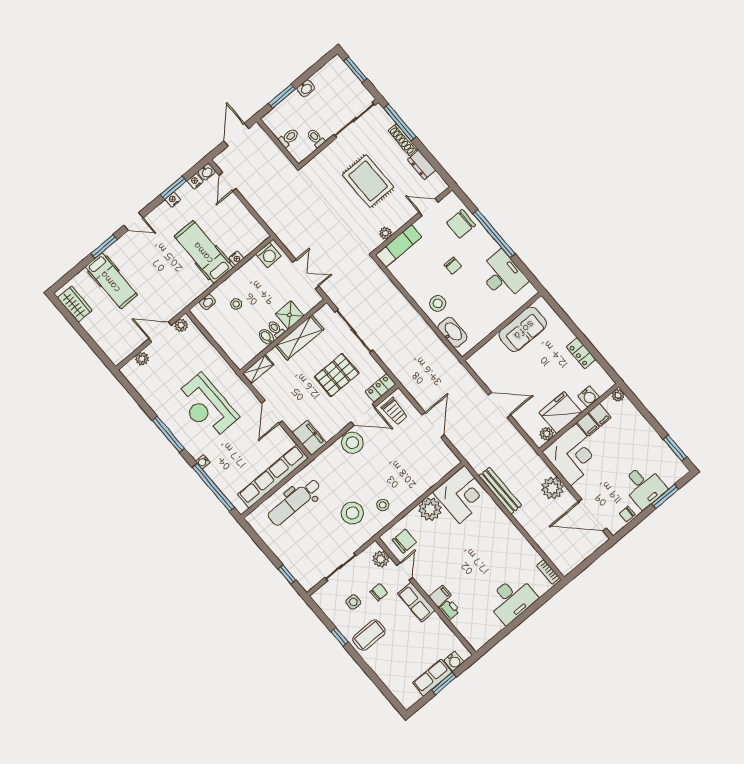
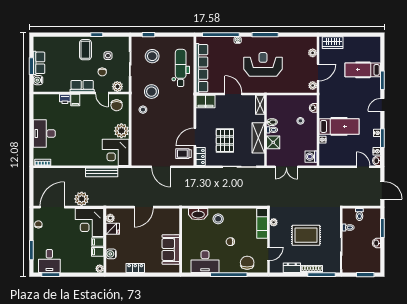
wardrobe: (75, 304) -> (333, 43), moved
fridge: (560, 412) -> (113, 229), width x0.53, depth x0.75
stool: (352, 443) -> (152, 56), moved
desk: (644, 486) -> (49, 261), moved, turned -90

